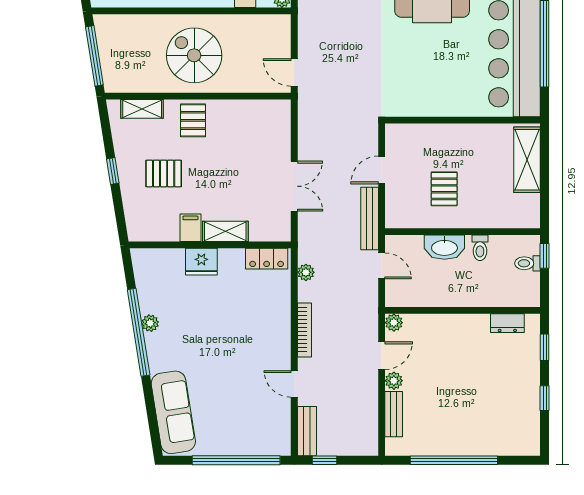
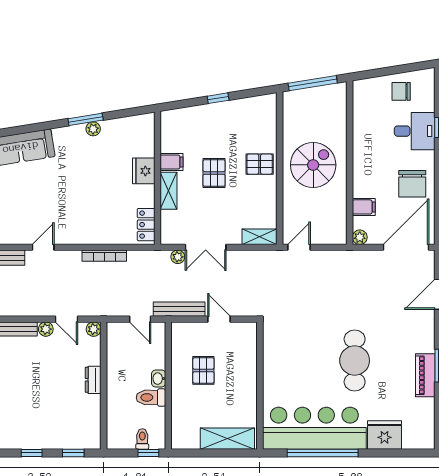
shelving: (142, 109) -> (260, 237), moved, turned 90
pallet: (164, 173) -> (214, 173), moved
pallet: (444, 189) -> (203, 370), turned 90
washbasin: (444, 247) -> (159, 379), width x0.52, depth x0.69
toilet: (480, 248) -> (151, 397), width x1.37, depth x1.39
door: (382, 266) -> (140, 319), hinge flipped
plant: (306, 272) -> (178, 257), moved
dresser: (507, 323) -> (93, 380), moved
bookcase: (304, 330) -> (104, 256), moved
window: (139, 332) -> (86, 119), width x0.47

